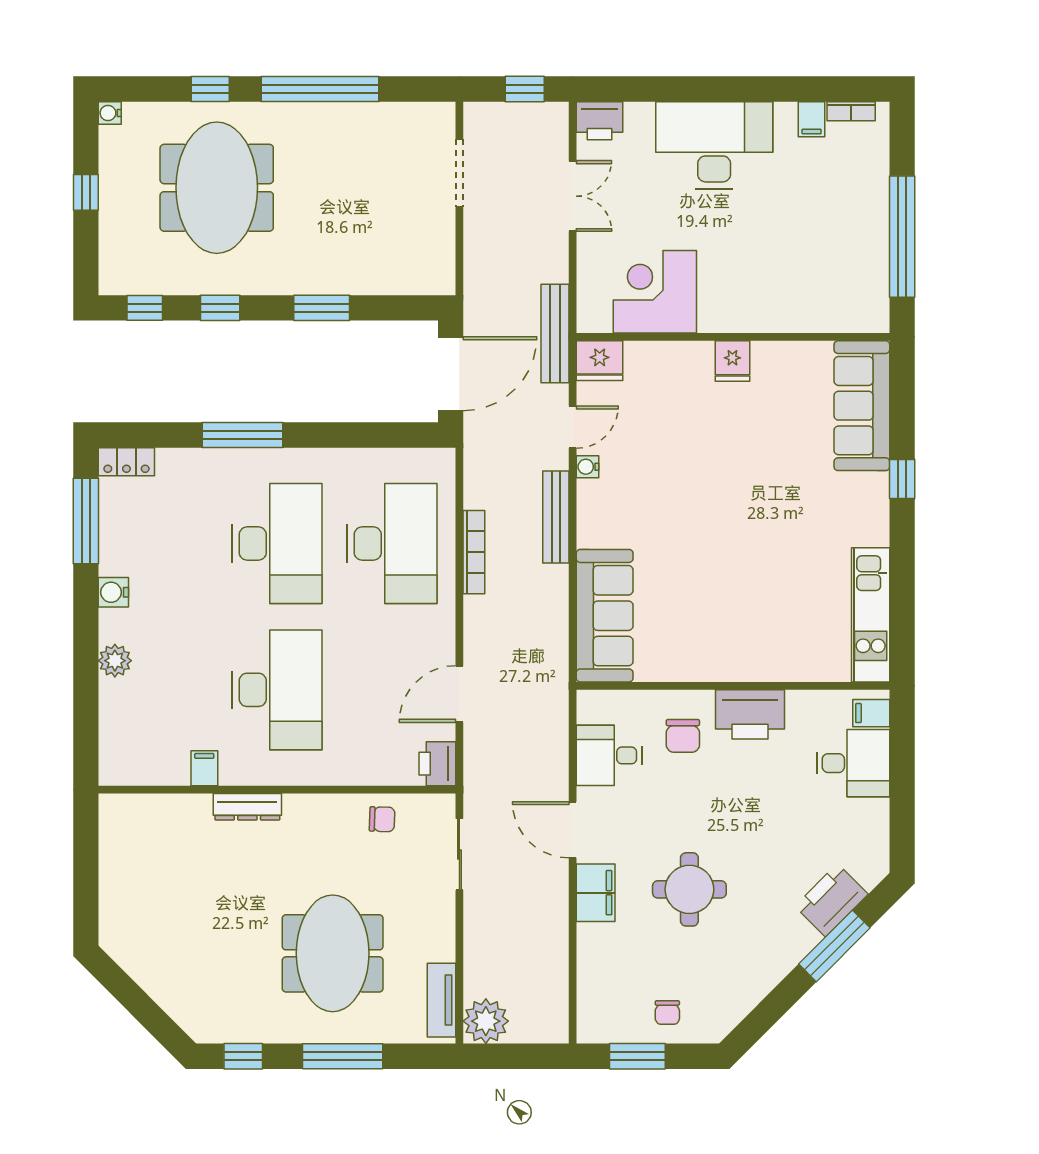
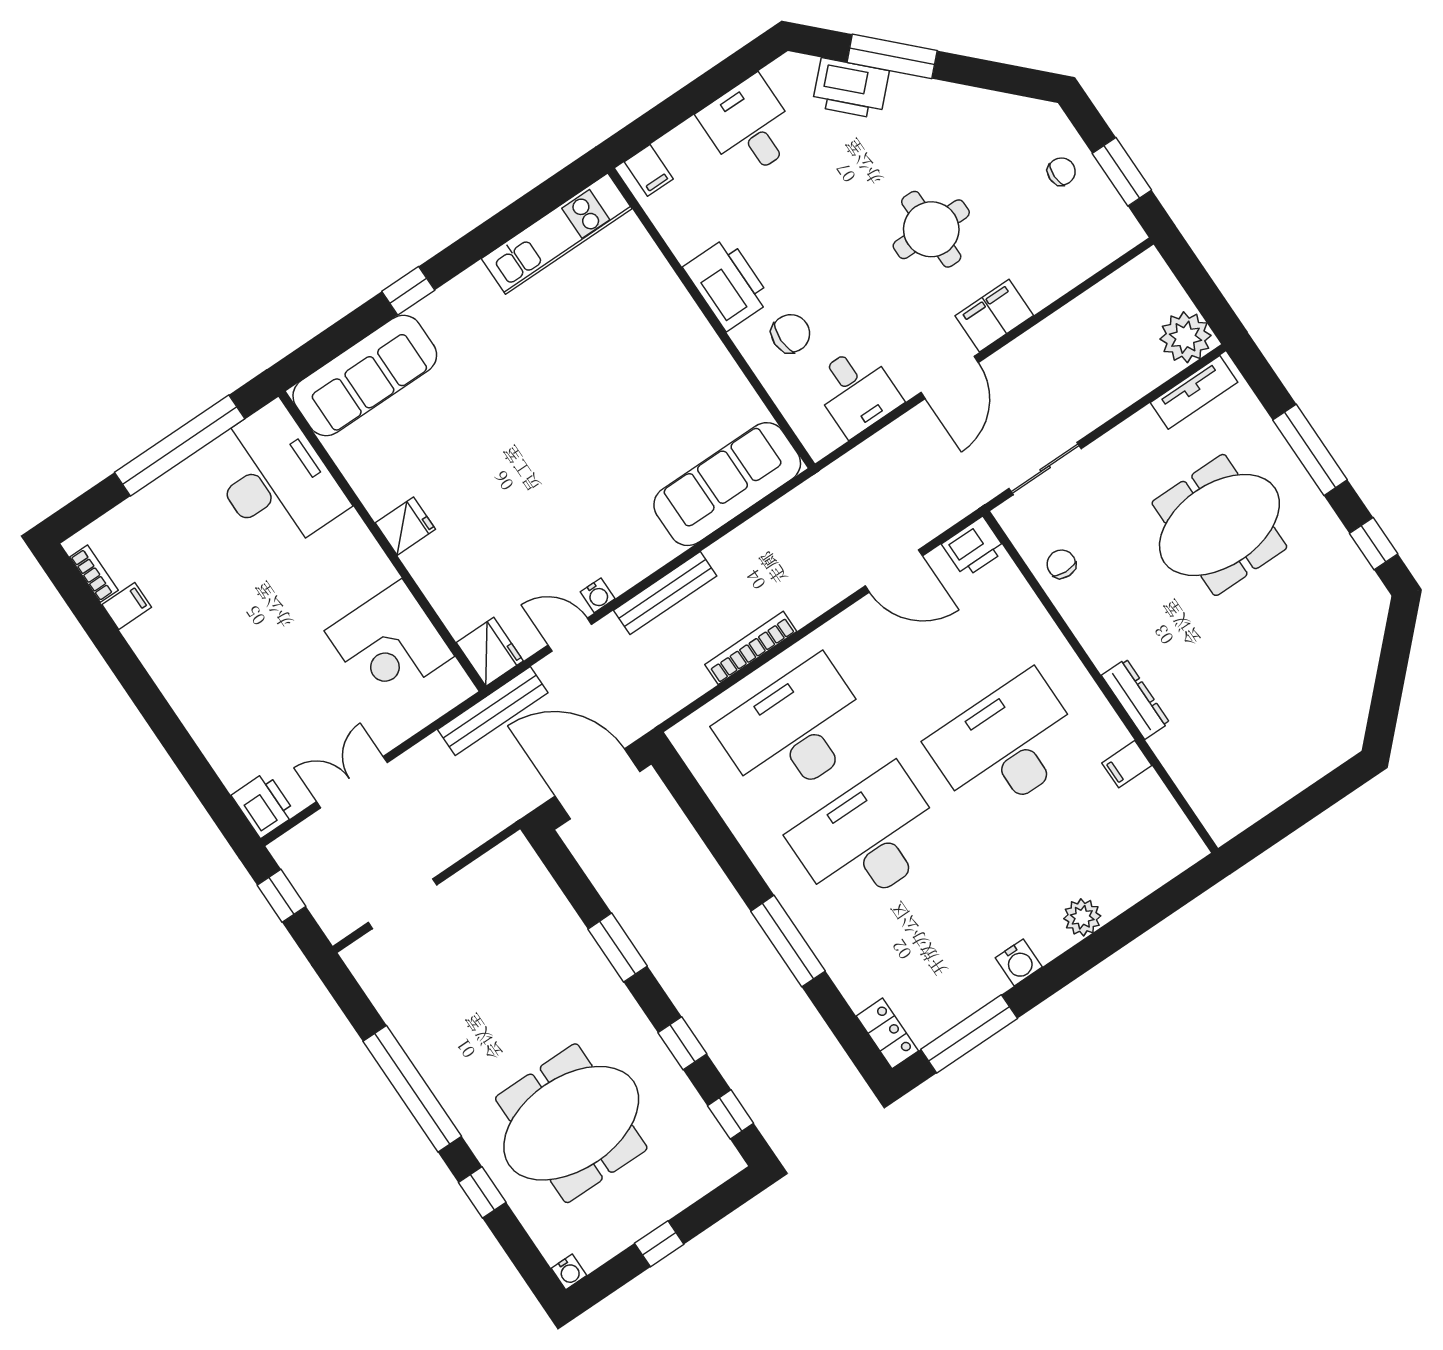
desk: (714, 145) -> (275, 479), moved, turned 180
desk: (853, 763) -> (749, 127), moved

